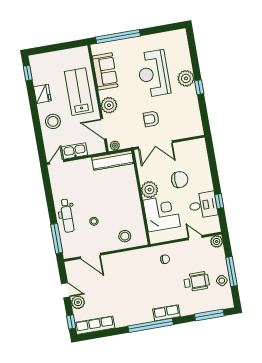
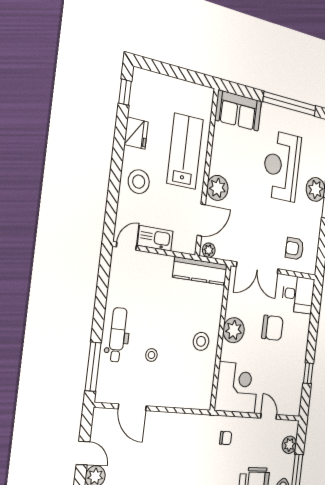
window: (118, 36) -> (290, 104), moved
sofa: (105, 71) -> (238, 111), moved, turned 90
armchair: (151, 119) -> (294, 249), moved
door: (103, 129) -> (201, 220), swing flipped
desk: (203, 205) -> (298, 294), moved
corner desk: (162, 213) -> (237, 388), moved
dental chair: (67, 216) -> (118, 335), turned 180
stool: (125, 236) -> (201, 341), moved
plant: (217, 241) -> (289, 445), moved

